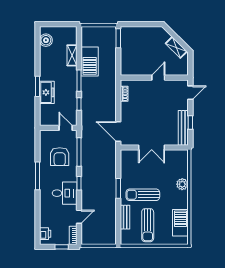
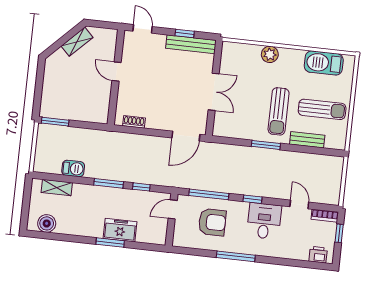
shelving: (72, 55) -> (57, 188), moved
barbecue: (90, 61) -> (73, 168), width x0.53, depth x0.65

